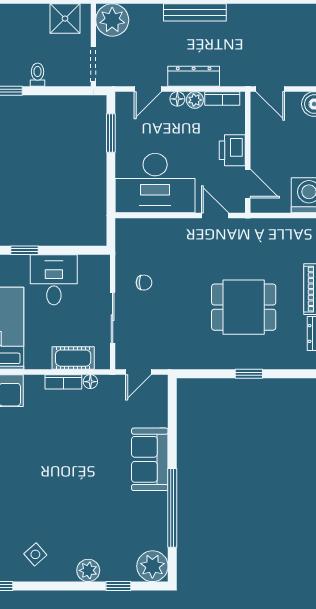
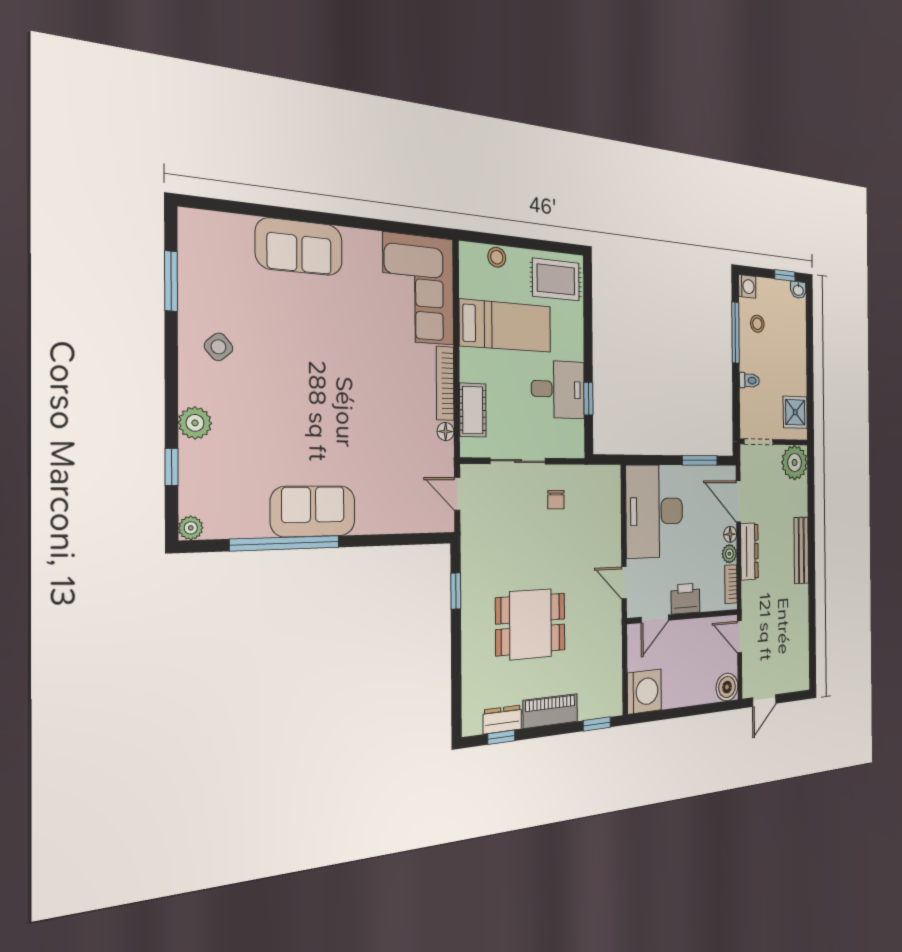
door: (148, 89) -> (738, 501), width x1.37
door: (270, 89) -> (739, 637), hinge flipped
door: (215, 215) -> (624, 583), swing flipped
window: (24, 250) -> (588, 399), moved
dining table: (244, 307) -> (531, 624), turned 90
window: (249, 374) -> (456, 591), moved
bookcase: (63, 382) -> (445, 383), width x1.56
sofa: (150, 459) -> (313, 511), moved
plant: (152, 566) -> (191, 528), width x0.53, depth x0.53

